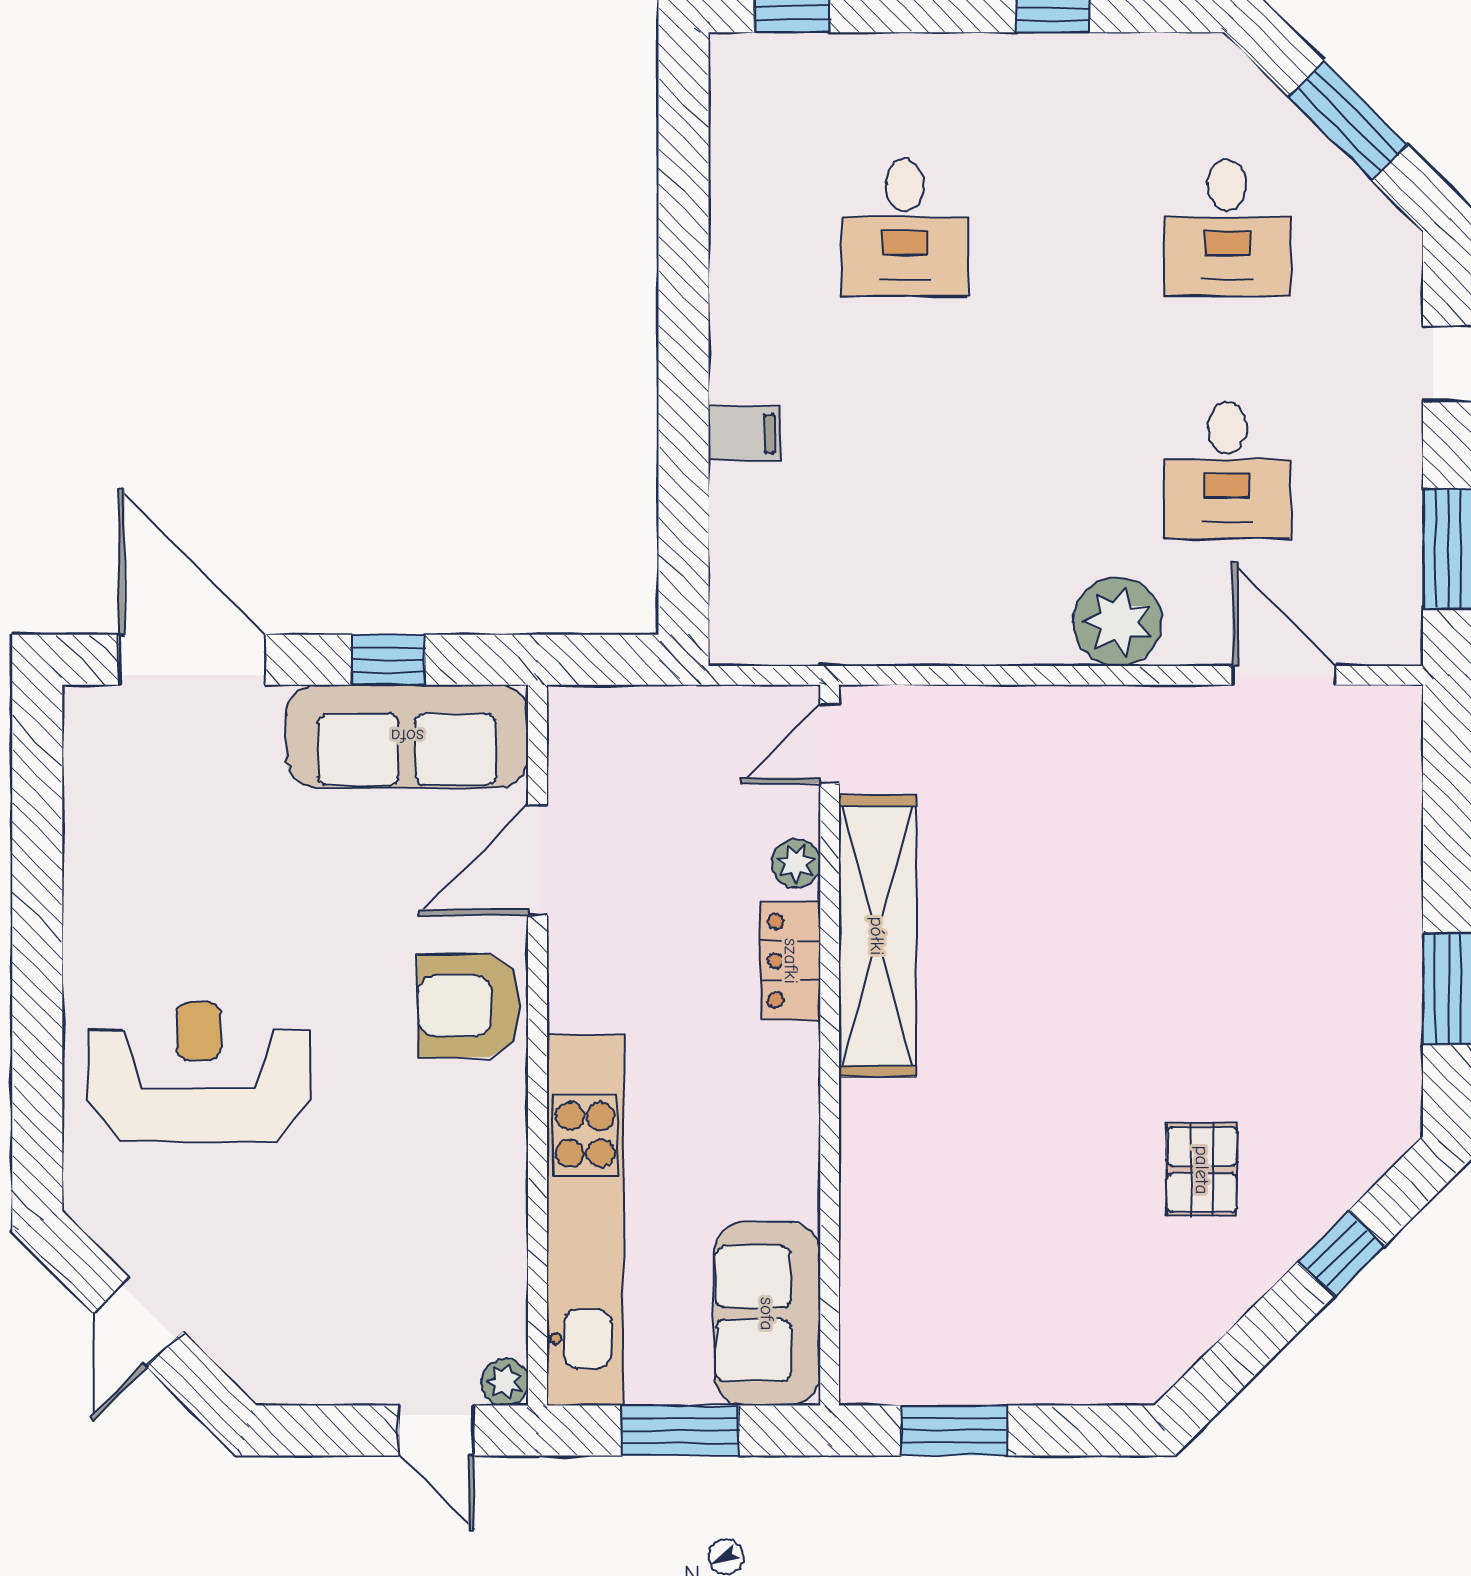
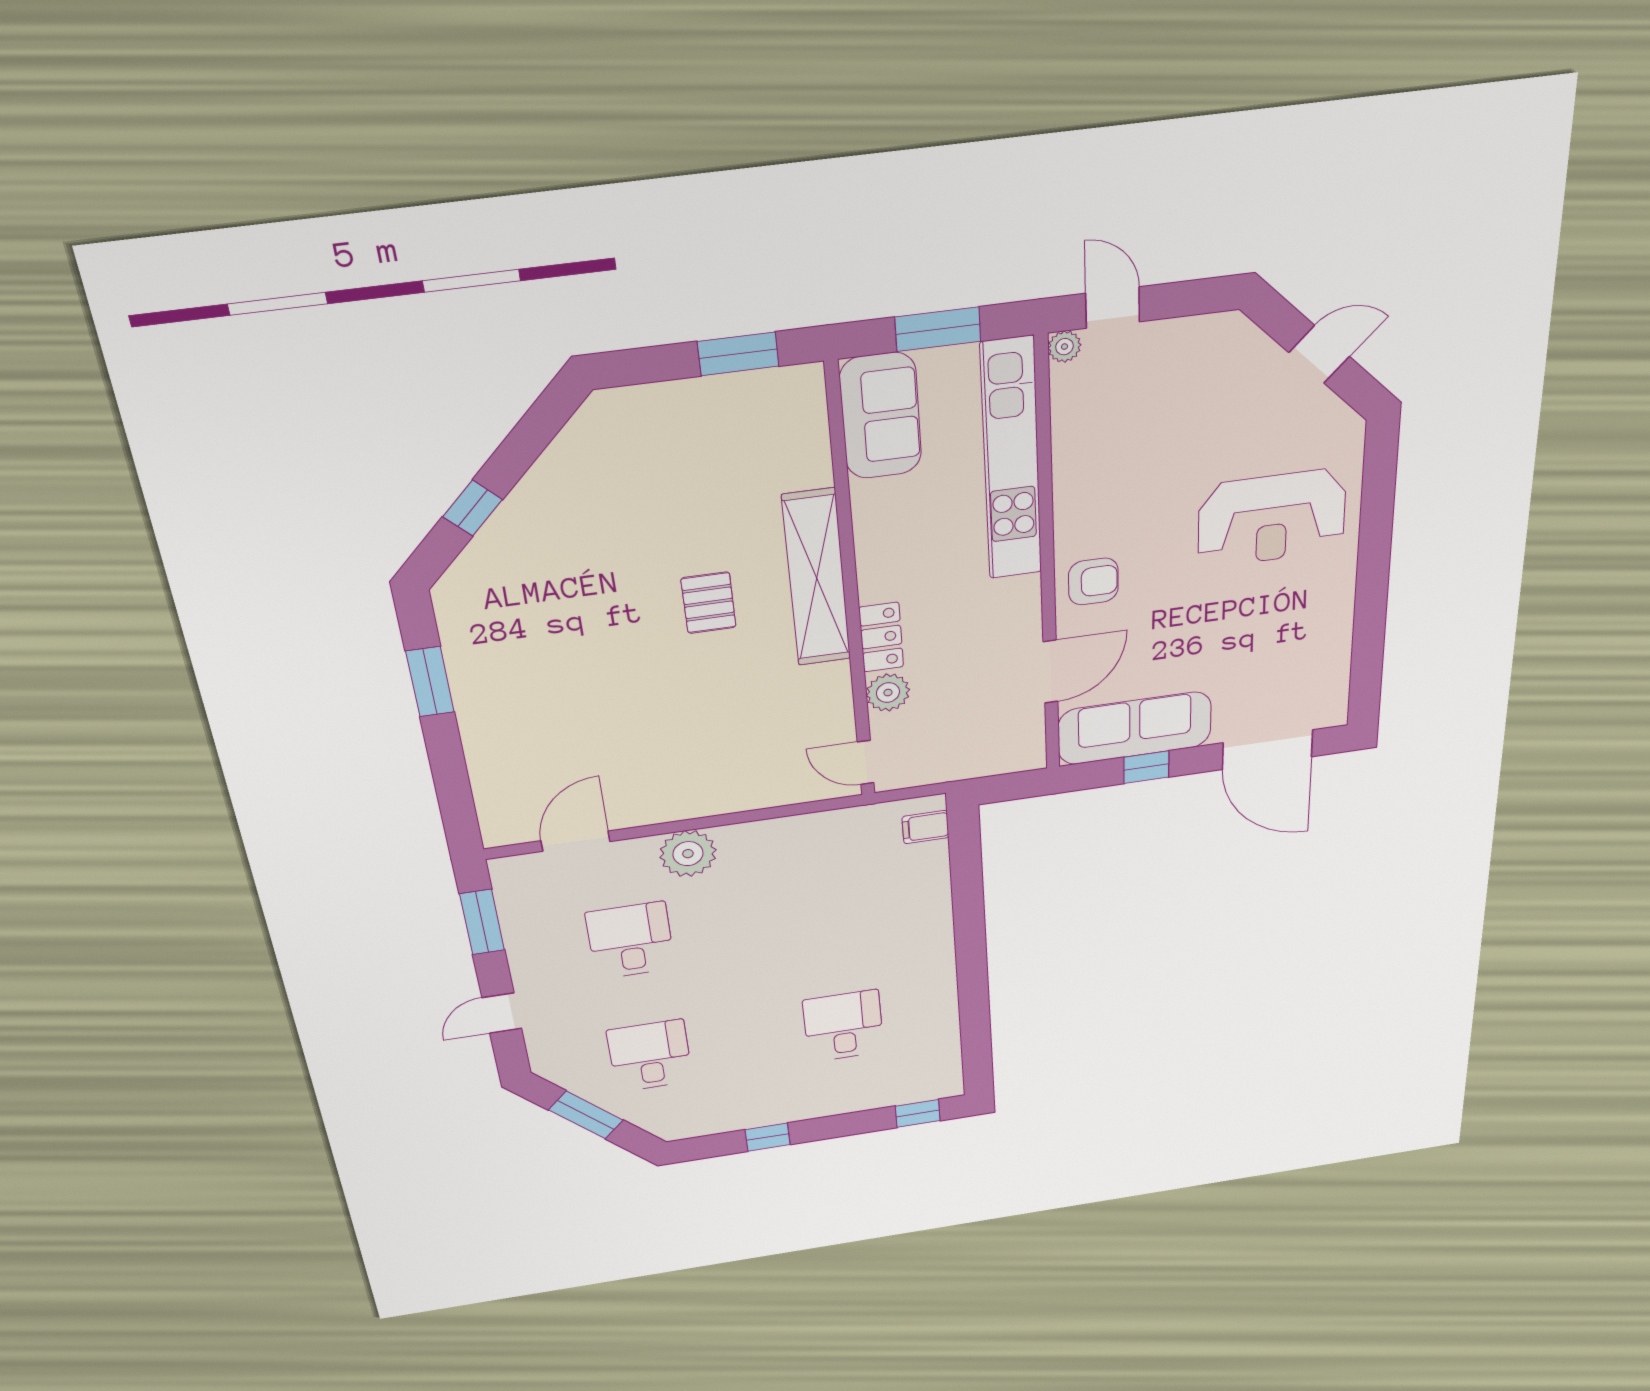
filing cabinet: (744, 434) -> (926, 827), moved
door: (1284, 675) -> (576, 841), swing flipped
door: (830, 744) -> (866, 762), swing flipped
plant: (796, 863) -> (888, 693), width x1.38, depth x1.38
shelving: (877, 936) -> (817, 578), moved
armchair: (469, 1006) -> (1093, 582), width x0.72, depth x0.72
pallet: (1202, 1170) -> (709, 603), moved
door: (138, 1322) -> (1319, 354), hinge flipped

